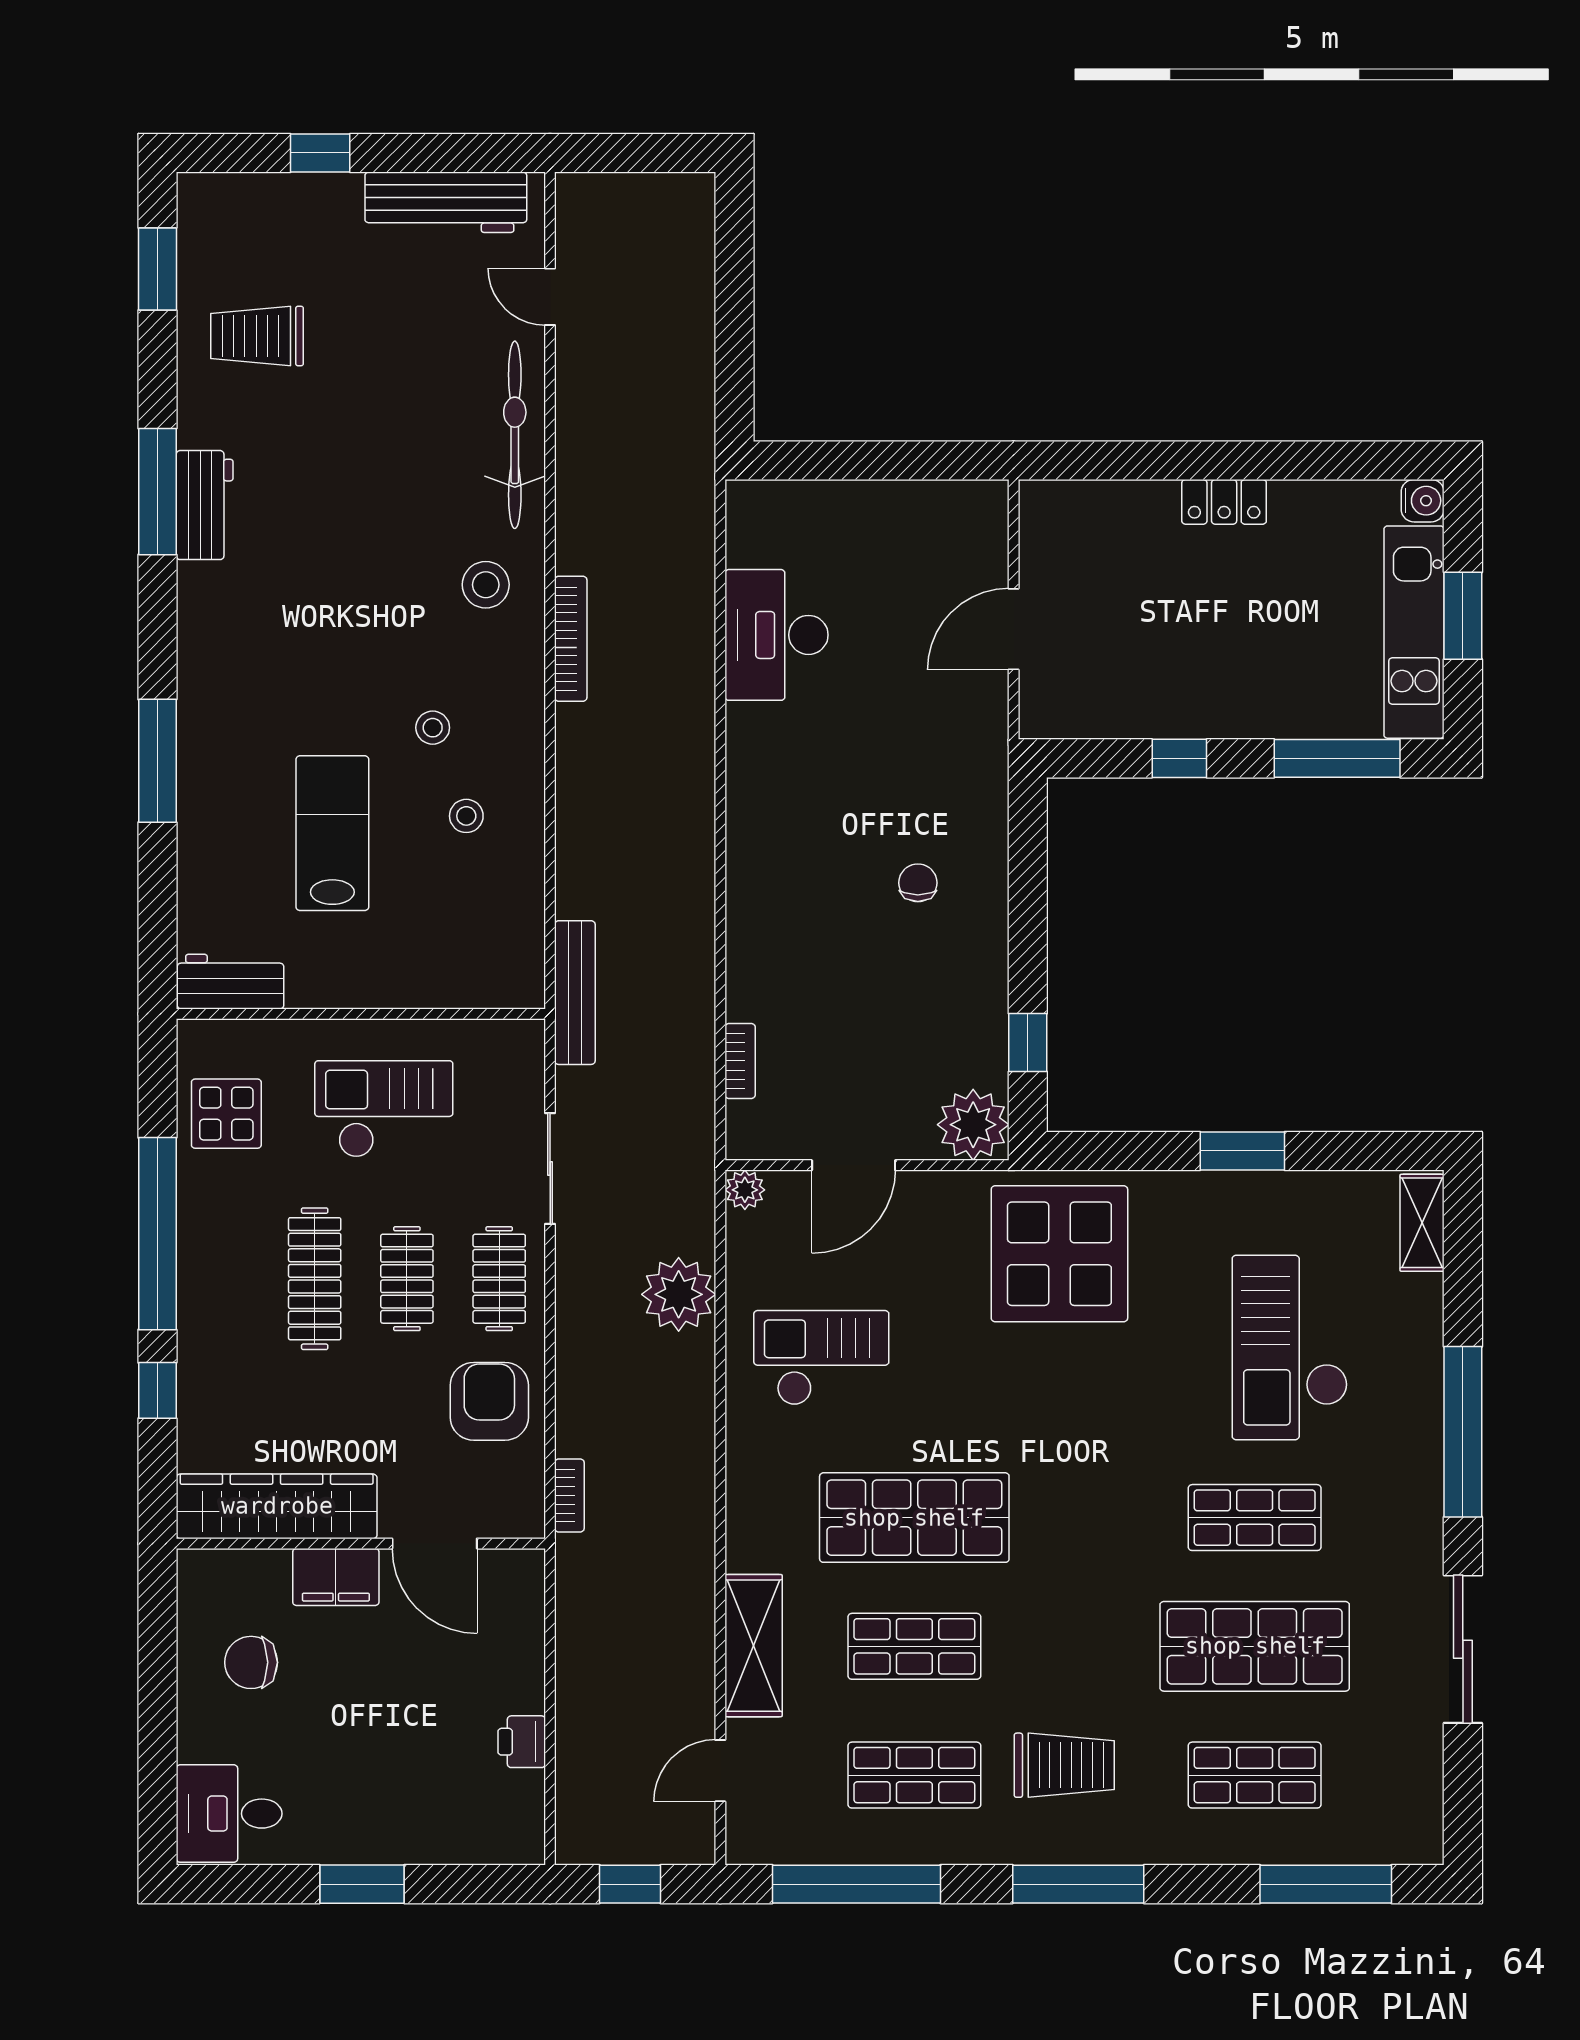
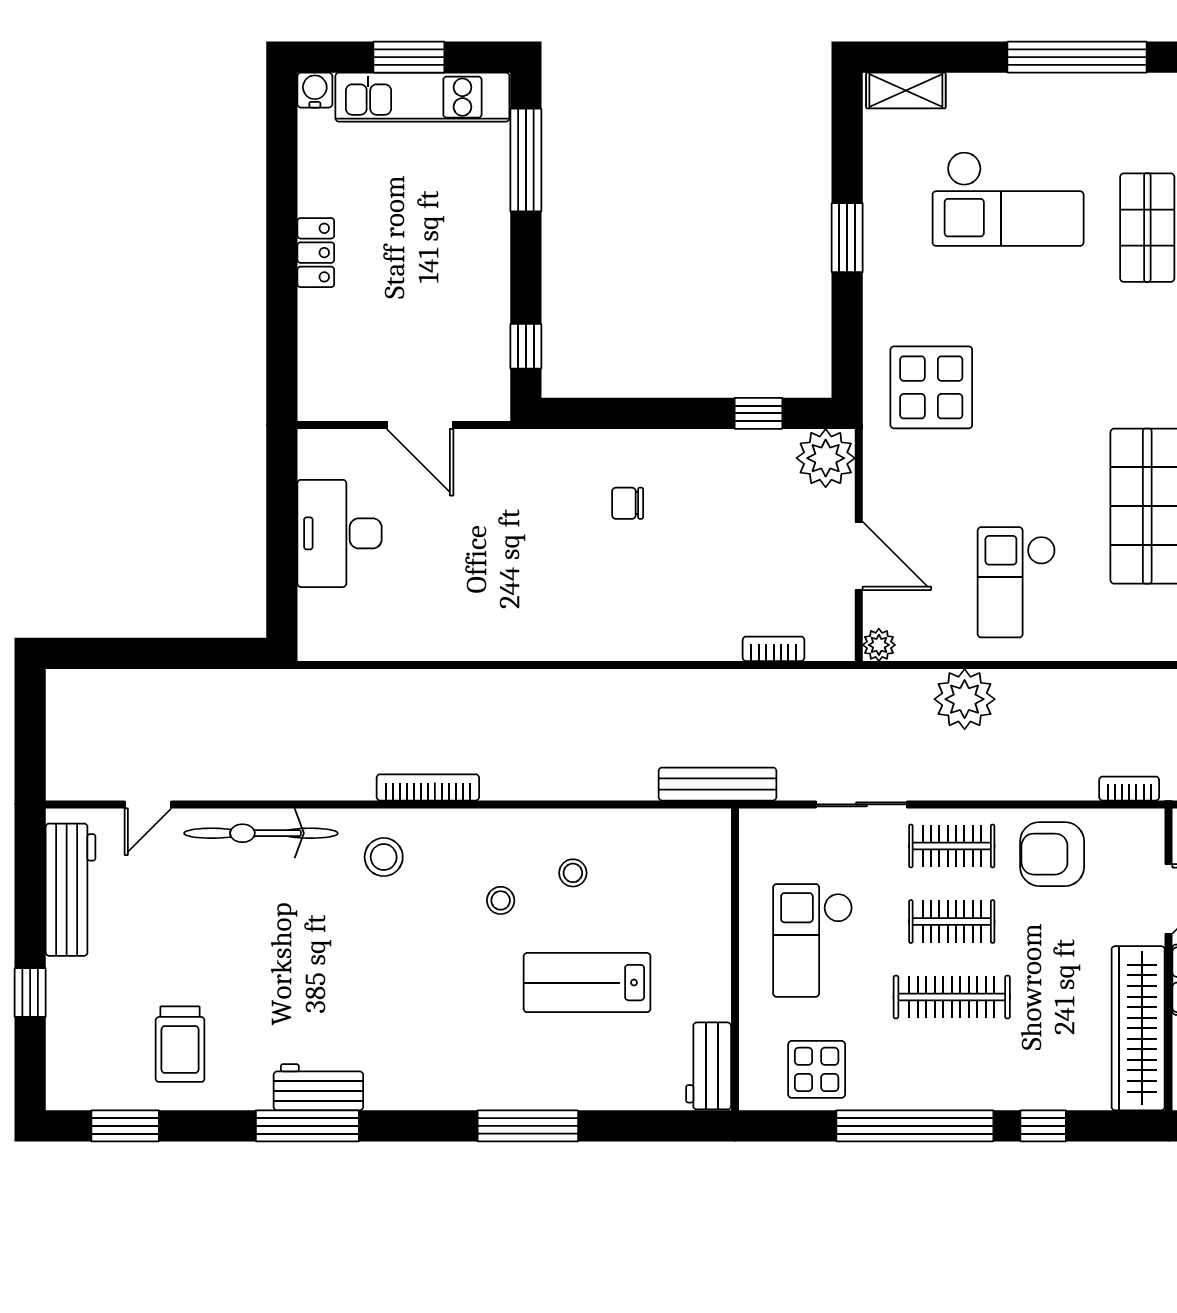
desk: (776, 635) -> (340, 533), moved, turned 90
window: (1179, 758) -> (526, 346), moved
display table: (1059, 1254) -> (931, 387), width x0.73, depth x0.73

